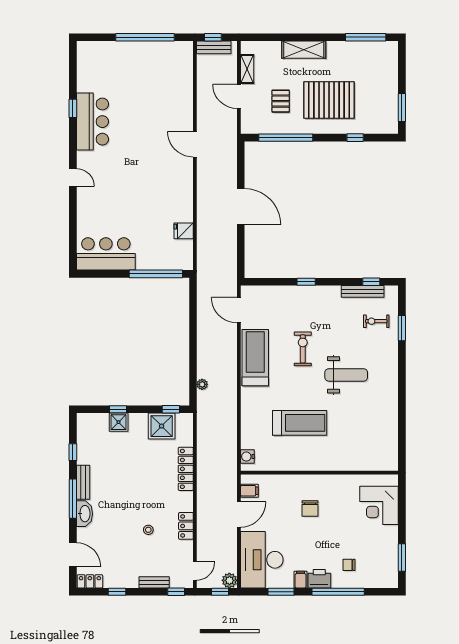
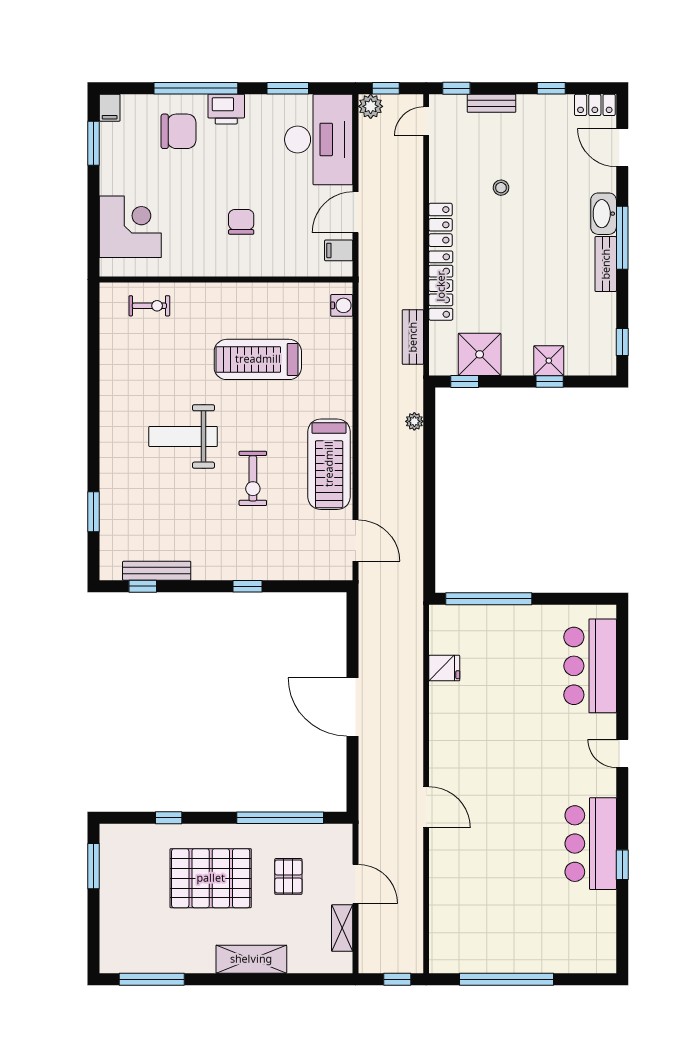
bench: (214, 47) -> (413, 337), moved, turned 90
bar counter: (106, 254) -> (590, 666), moved, turned 90
exercise bike: (376, 321) -> (149, 306), moved
window: (73, 452) -> (622, 342), moved
locker: (186, 526) -> (441, 225), moved
chair: (349, 565) -> (179, 131), width x1.87, depth x1.87
filing cabinet: (301, 580) -> (110, 108), moved

